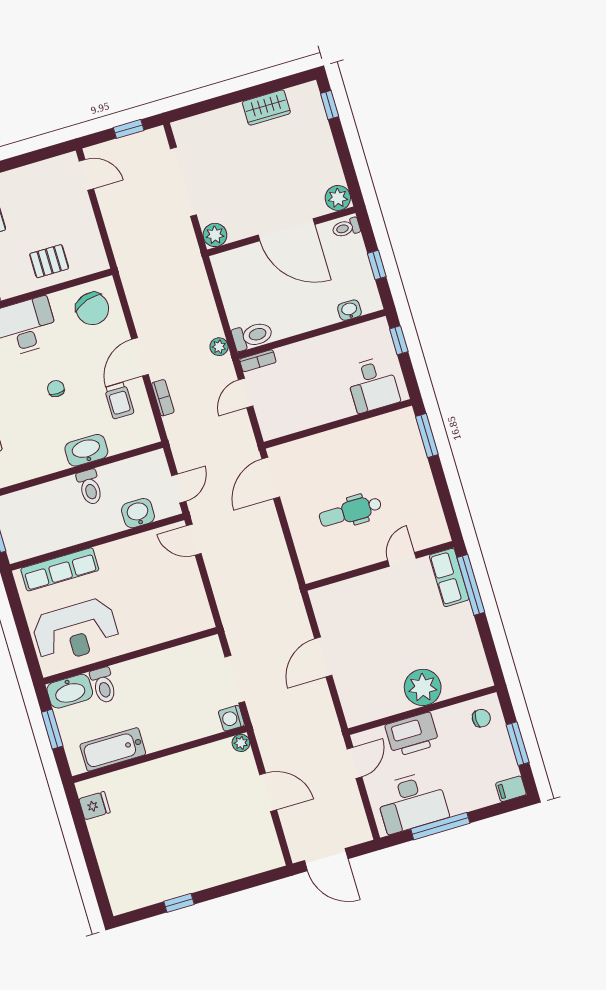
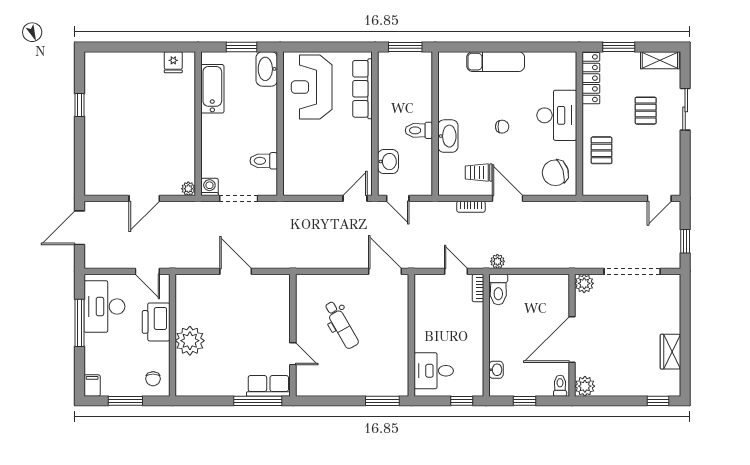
dental chair: (350, 512) -> (341, 325), turned 150
toilet: (103, 685) -> (264, 161), moved

